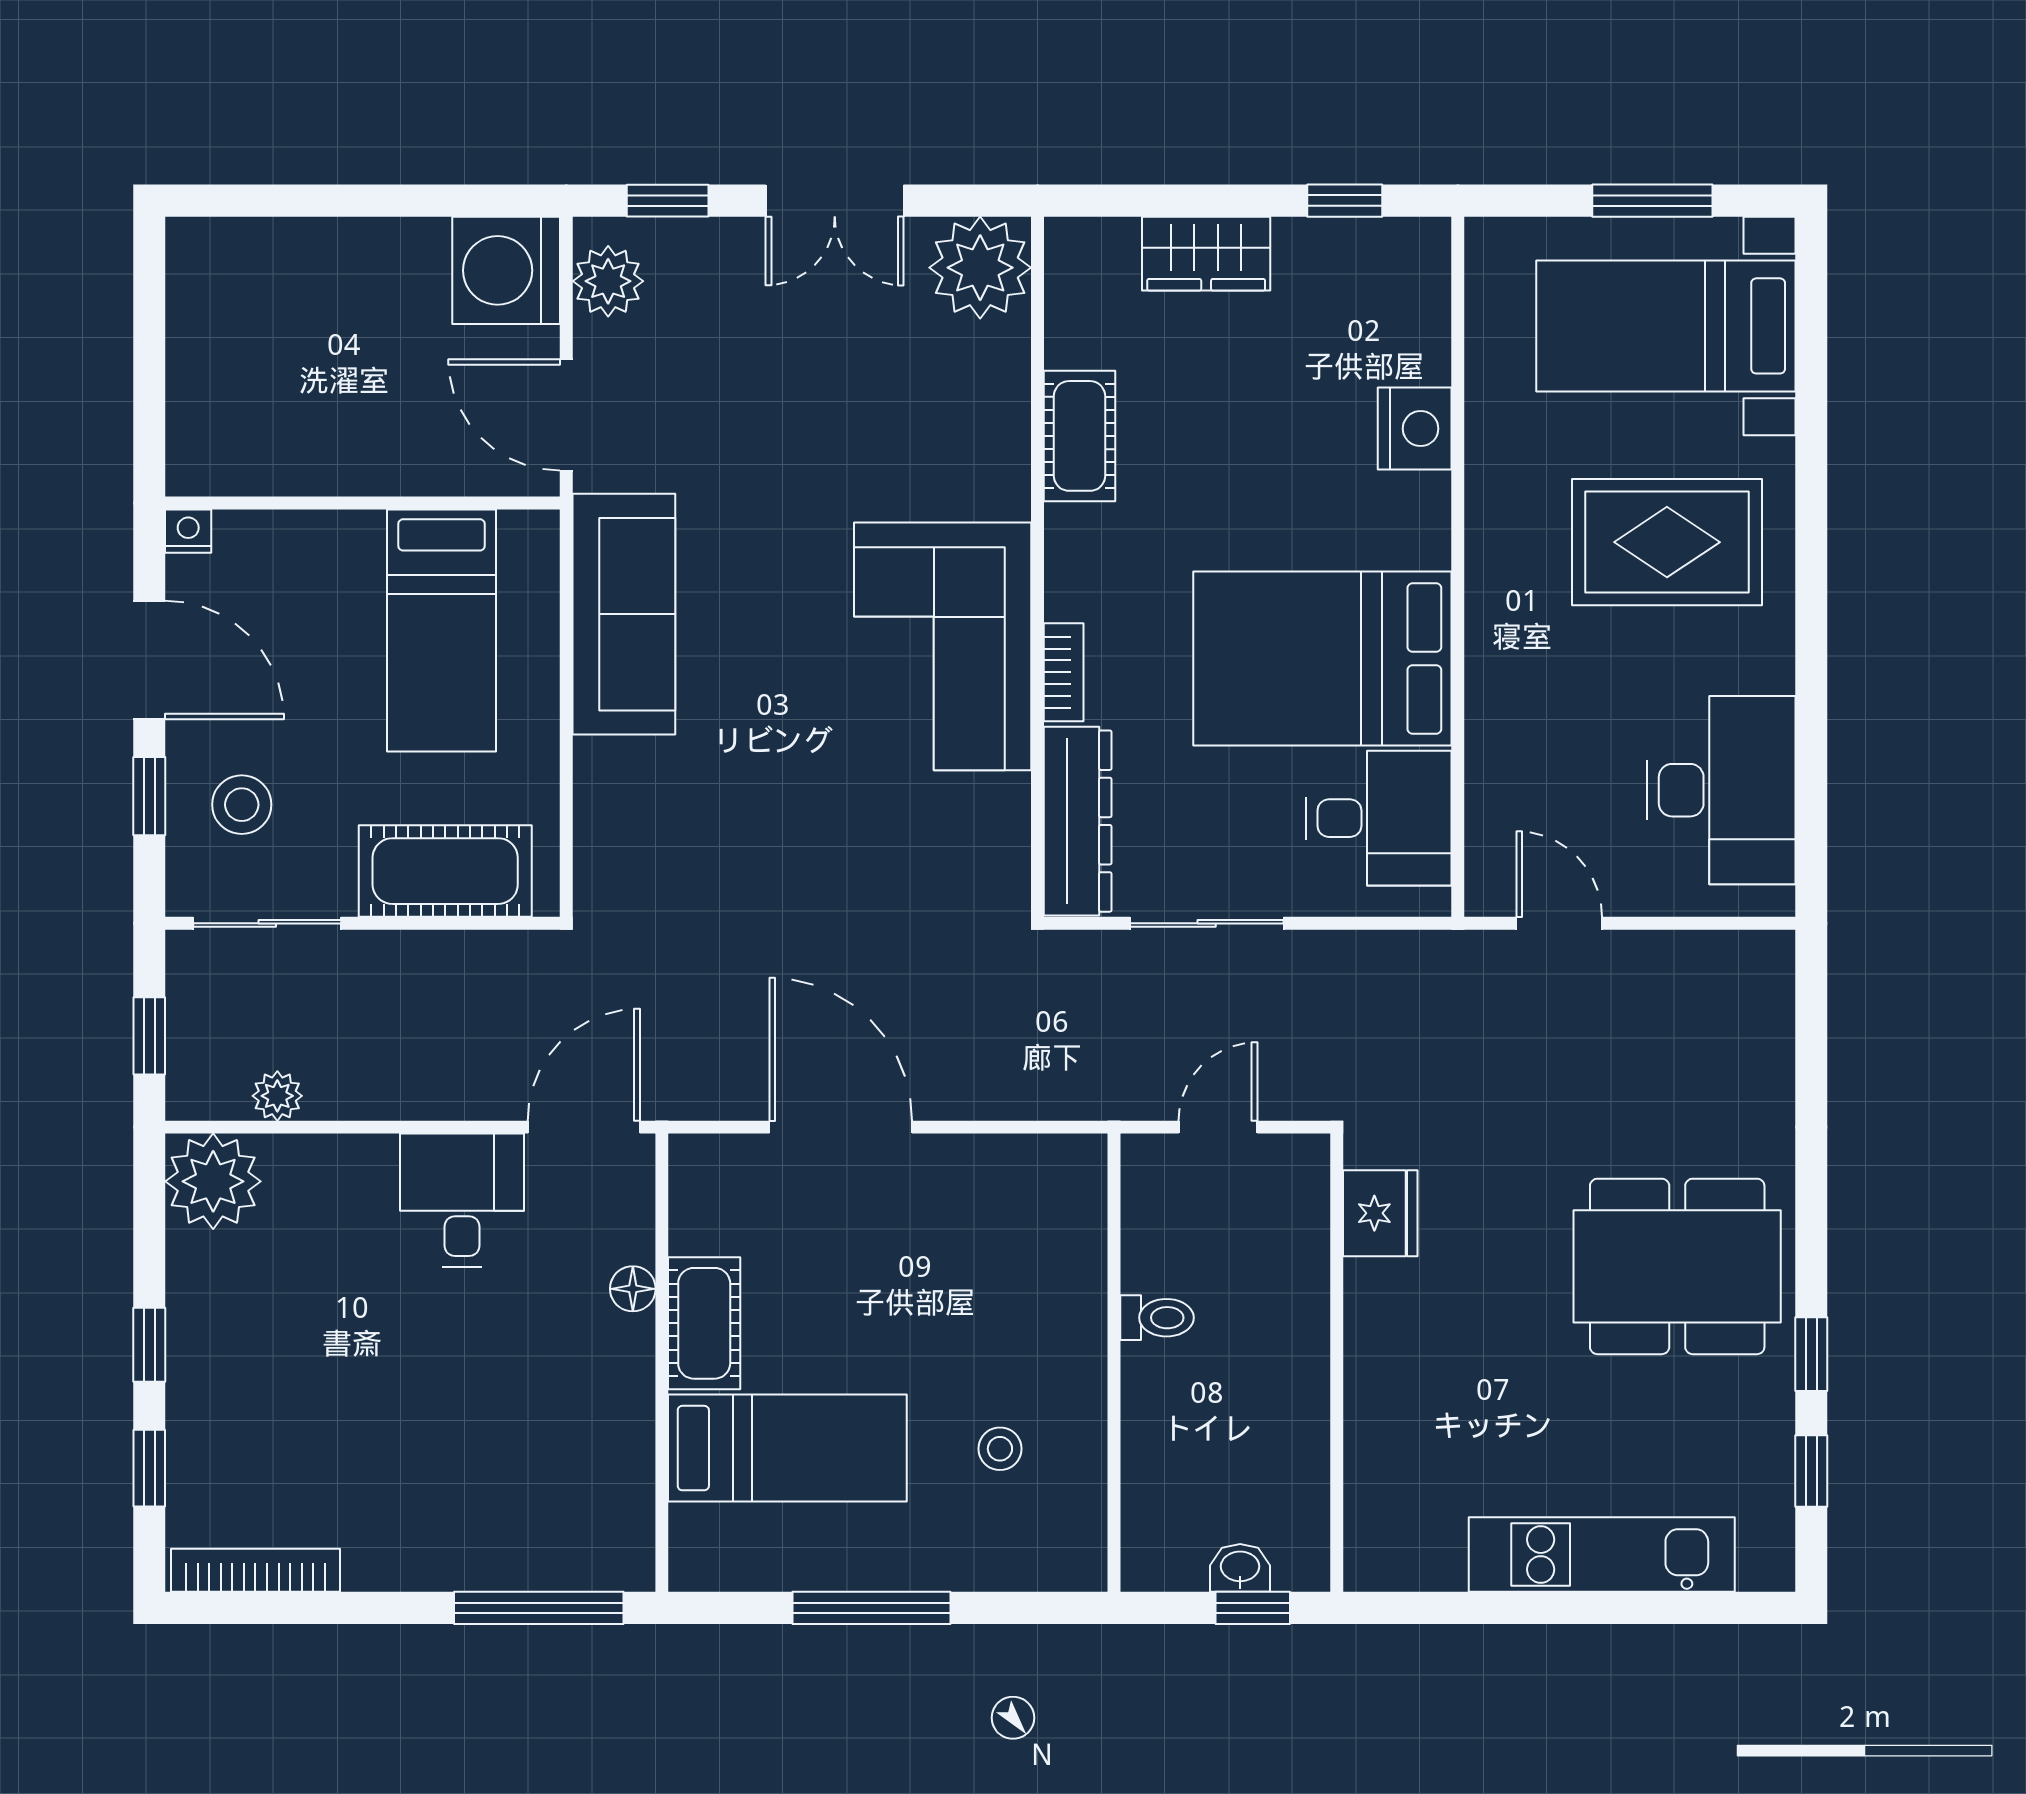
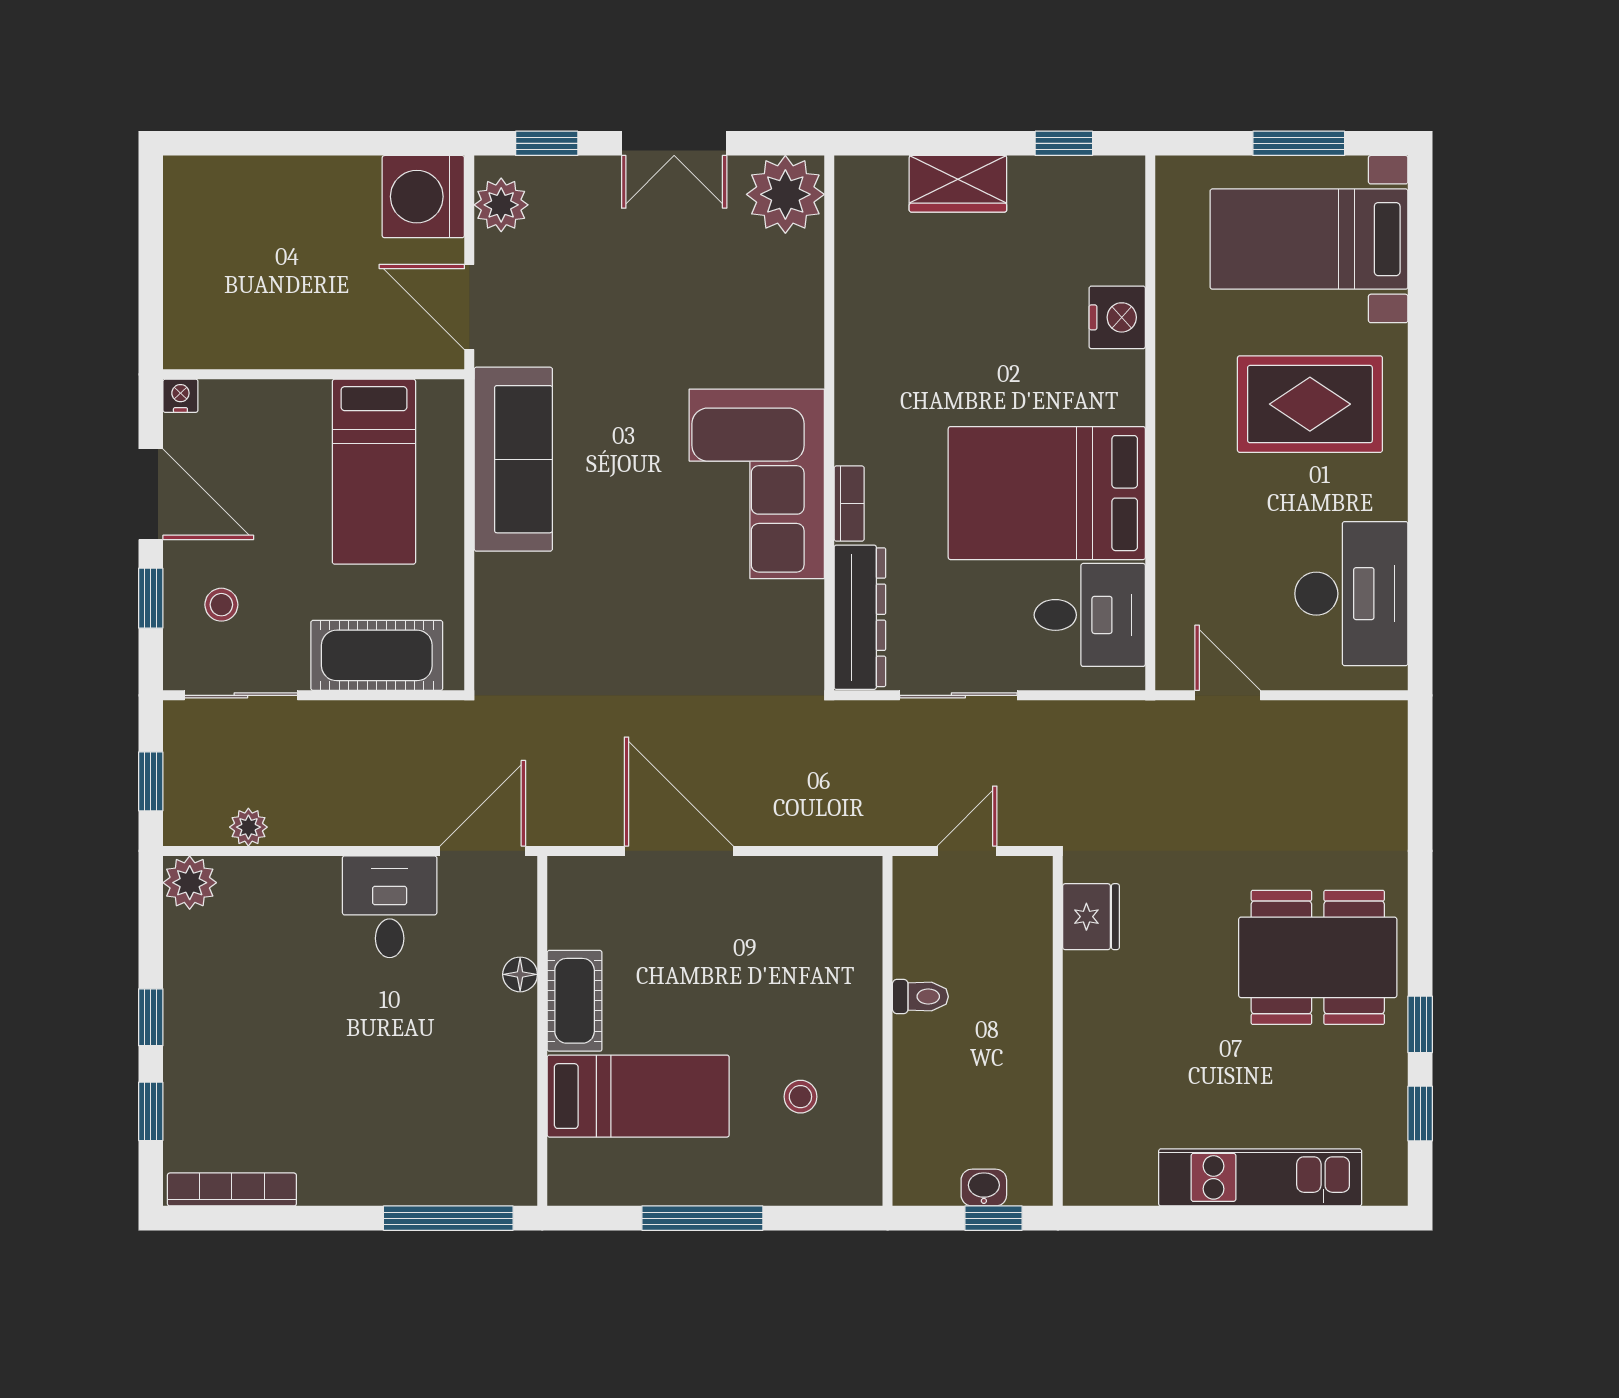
cot: (1080, 436) -> (861, 323), removed
stool: (242, 805) -> (221, 605), width x0.73, depth x0.73
plant: (213, 1181) -> (190, 883), width x0.73, depth x0.73

